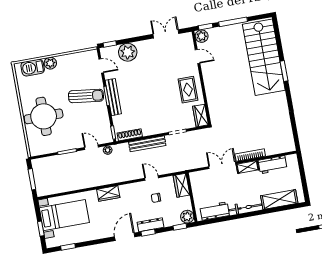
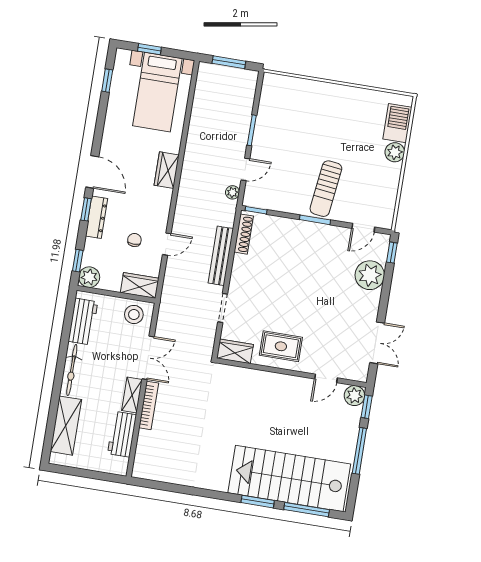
window: (279, 41) -> (307, 510), added
bench: (113, 97) -> (310, 229), removed
round table: (44, 116) -> (318, 114), removed
stool: (200, 183) -> (134, 314), added

